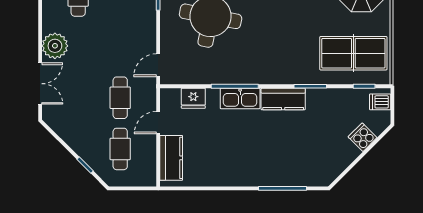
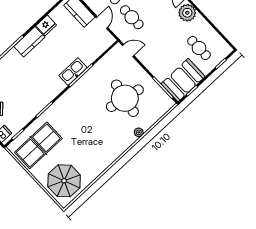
door: (158, 65) -> (128, 50), hinge flipped
fridge: (193, 98) -> (46, 25), moved, turned 180
kitchen counter: (283, 99) -> (29, 42), moved, turned 180

